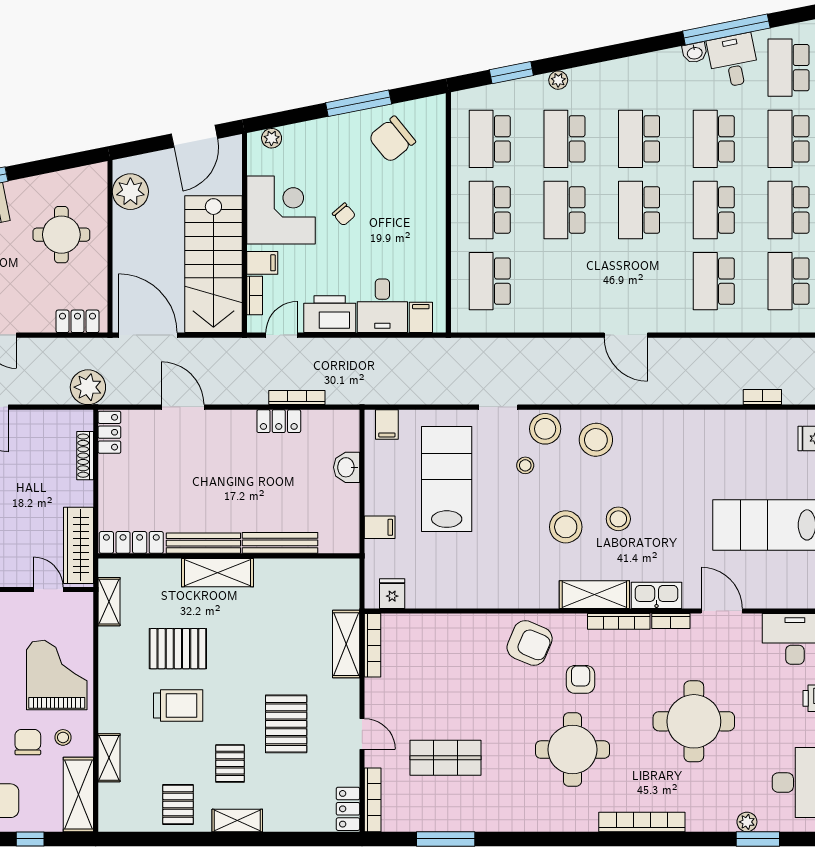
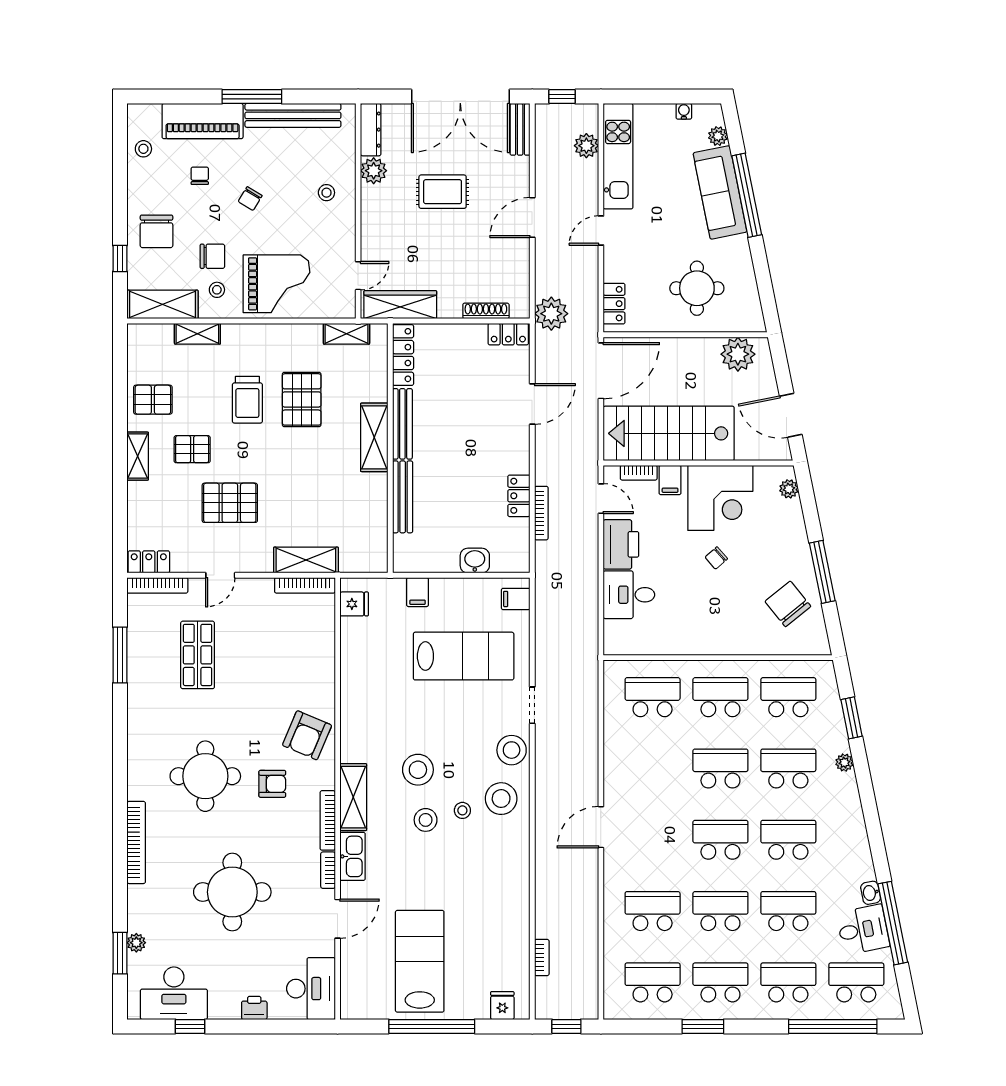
filing cabinet: (421, 317) -> (618, 631), removed
stool: (525, 465) -> (462, 810), moved

